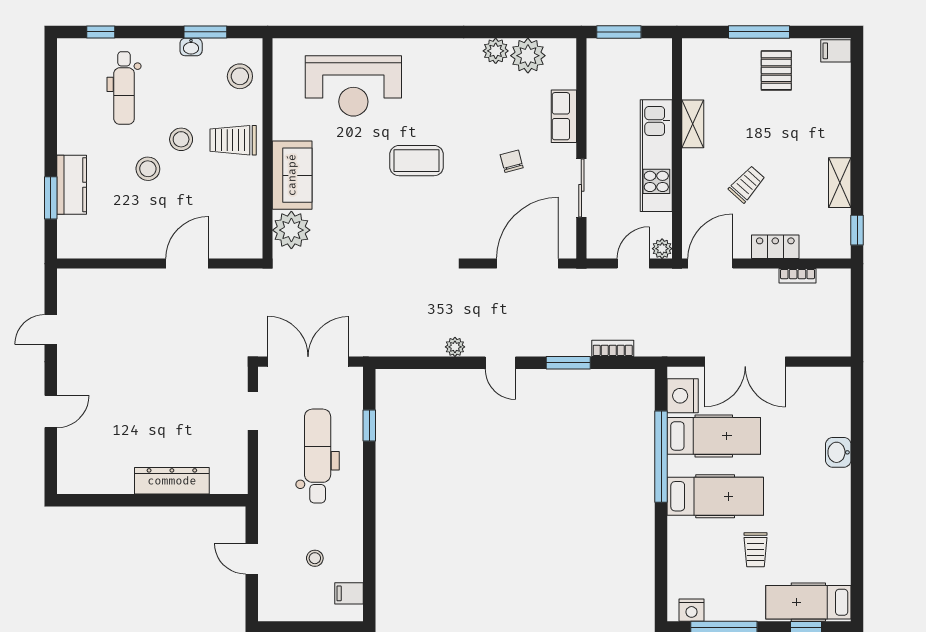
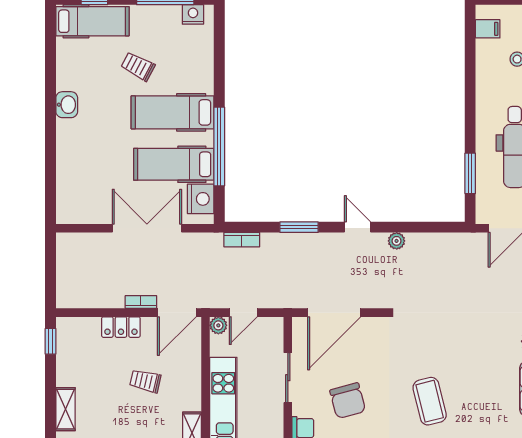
coffee table: (417, 161) -> (430, 401), turned 76
chair: (512, 161) -> (348, 401), width x1.87, depth x1.87
shelving: (840, 183) -> (65, 409), moved
trolley: (747, 184) -> (145, 381), turned 61
bookcase: (797, 276) -> (141, 302), moved
bookcase: (613, 348) -> (242, 240), moved
window: (369, 425) -> (470, 173), width x1.50
washbasin: (838, 452) -> (67, 105), moved
trolley: (755, 550) -> (138, 66), turned -62

